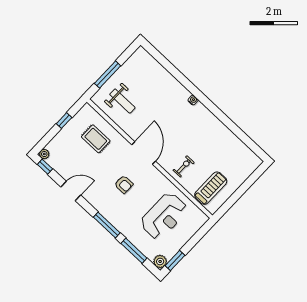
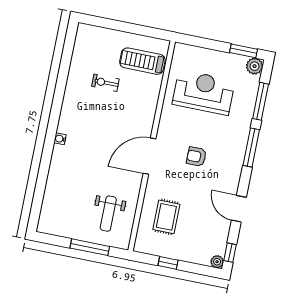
weight bench: (122, 101) -> (108, 214), turned 180
exercise bike: (184, 166) -> (105, 83), moved
armchair: (124, 184) -> (196, 157), turned -90

